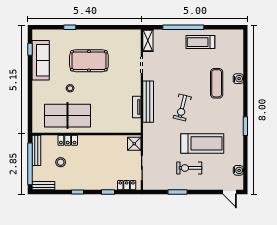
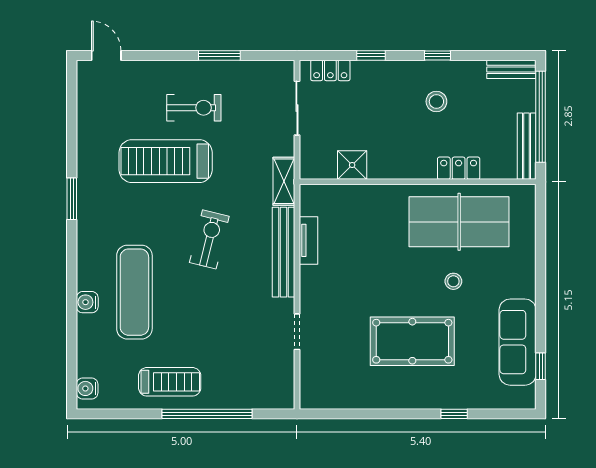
shelving: (148, 41) -> (284, 181), moved
exercise mat: (217, 83) -> (134, 292), width x1.36, depth x1.45
shower: (134, 144) -> (352, 165), moved
stool: (61, 162) -> (436, 102), moved
water cooler: (238, 170) -> (87, 388), moved

